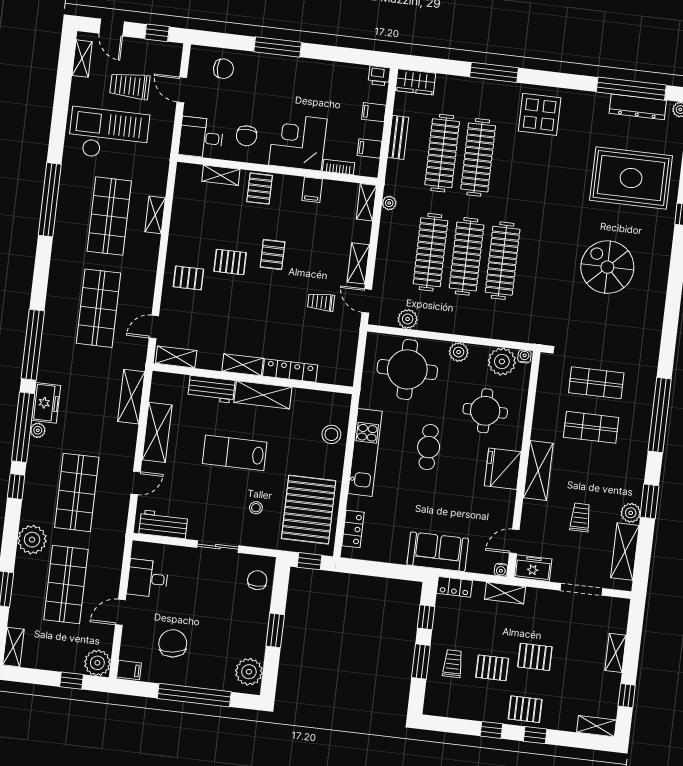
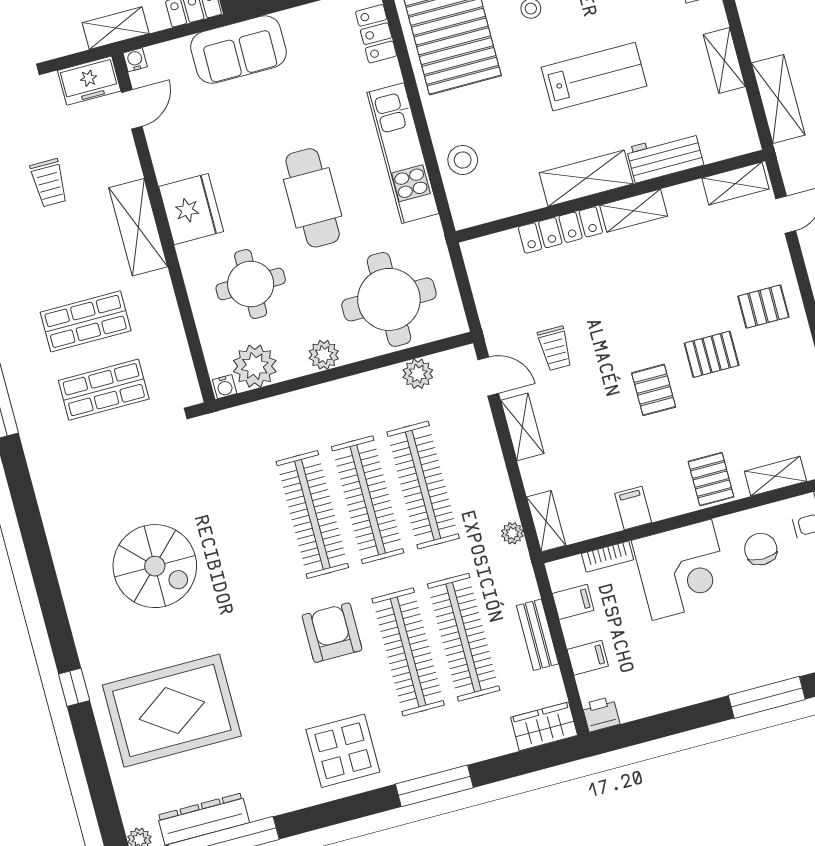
armchair: (519, 187) -> (332, 633), added
trolley: (321, 302) -> (555, 348), turned 90
shelving: (157, 432) -> (724, 61), width x0.67, depth x0.75
cafe table: (429, 447) -> (313, 198), width x1.37, depth x1.35

